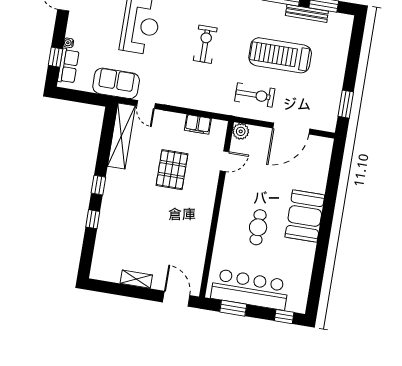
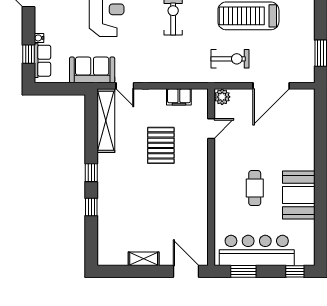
booth: (305, 216) -> (299, 195), moved

